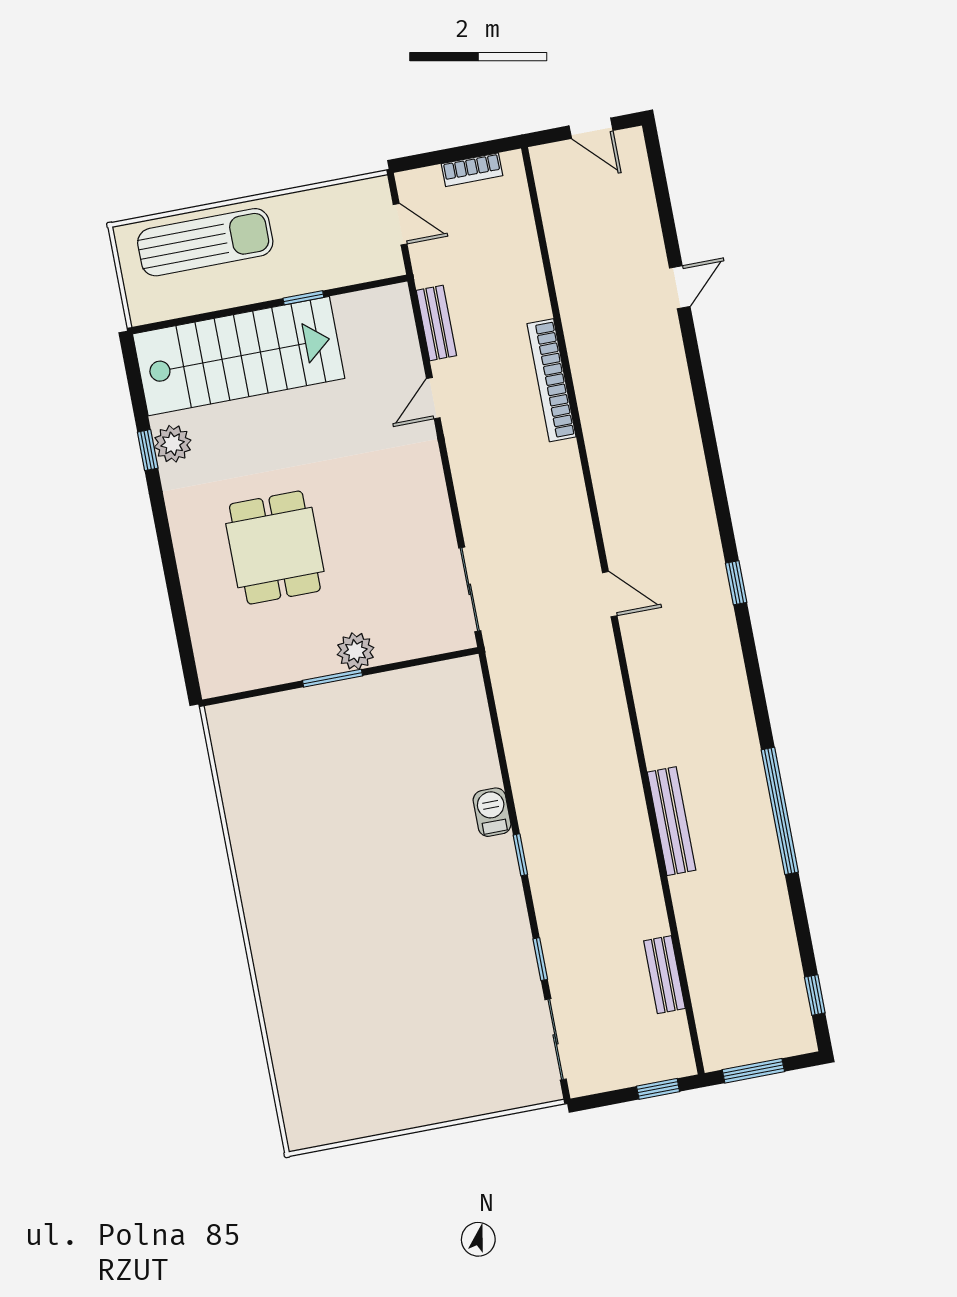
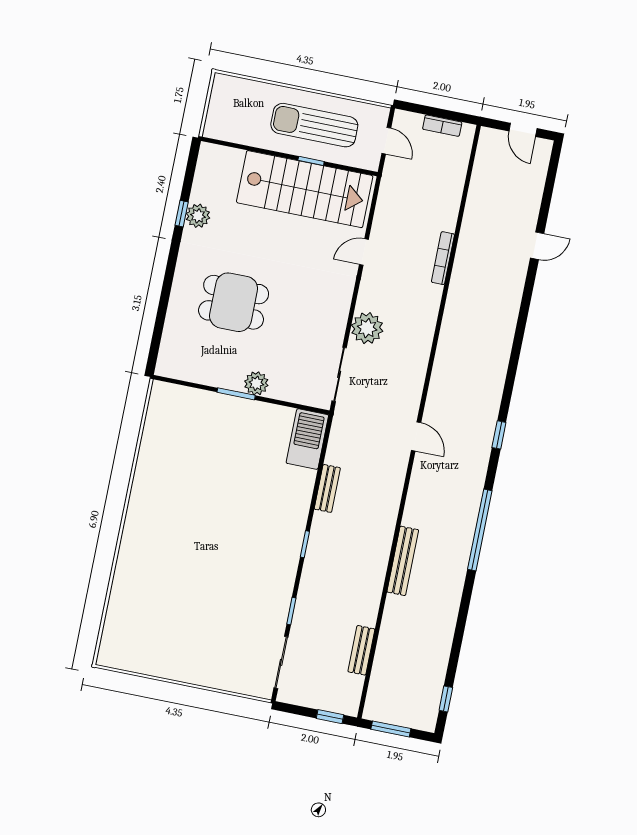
sun lounger: (205, 242) -> (314, 125), moved, turned 180
bench: (436, 323) -> (327, 488), moved
stairs: (239, 356) -> (305, 189), moved
bookcase: (552, 380) -> (443, 258), width x0.68, depth x0.76
plant: (483, 506) -> (367, 328), added
dining table: (275, 548) -> (234, 302), turned 90
door: (610, 594) -> (416, 436), moved
window: (780, 811) -> (480, 530), moved
barbecue: (492, 812) -> (307, 439), moved, width x1.88, depth x1.53

